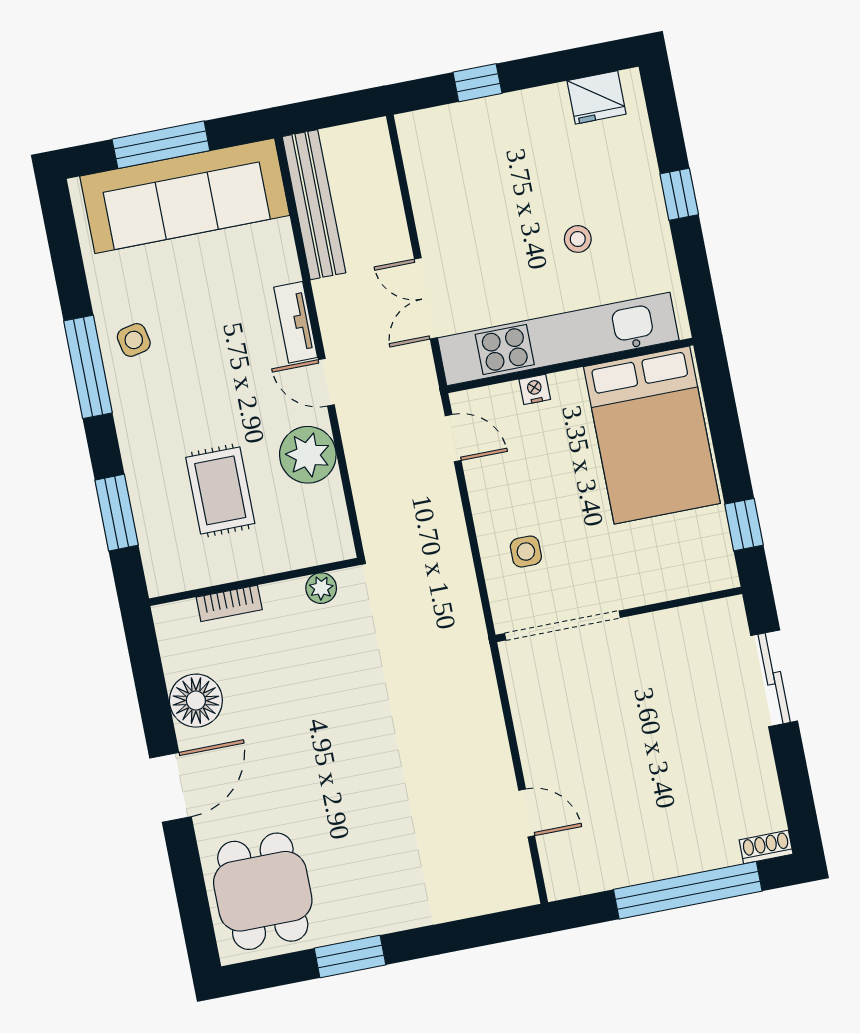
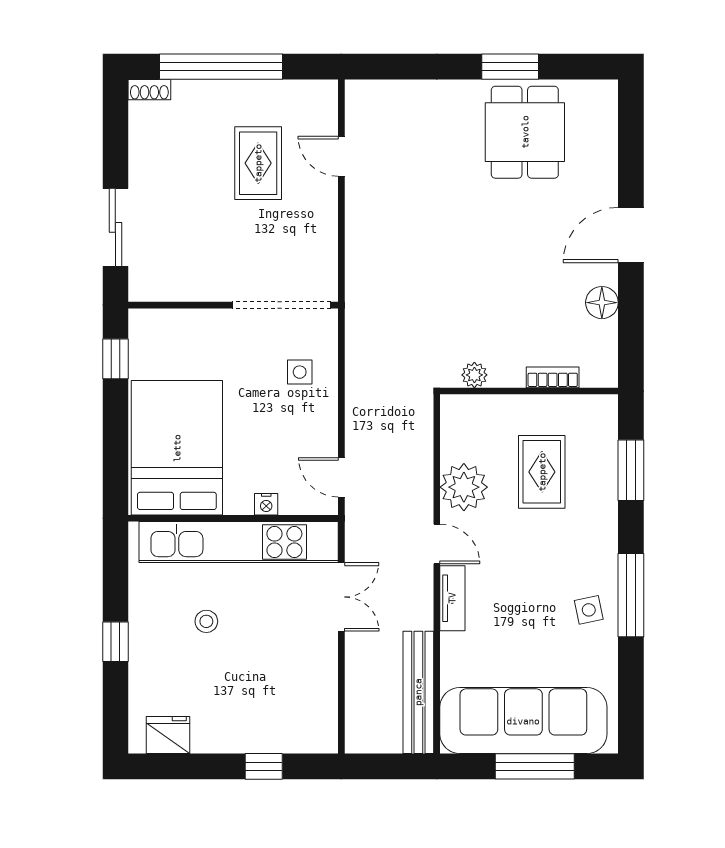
floor lamp: (196, 701) -> (602, 303), width x0.73, depth x0.73
rug: (622, 786) -> (258, 163), added
dining table: (263, 891) -> (525, 132), moved

